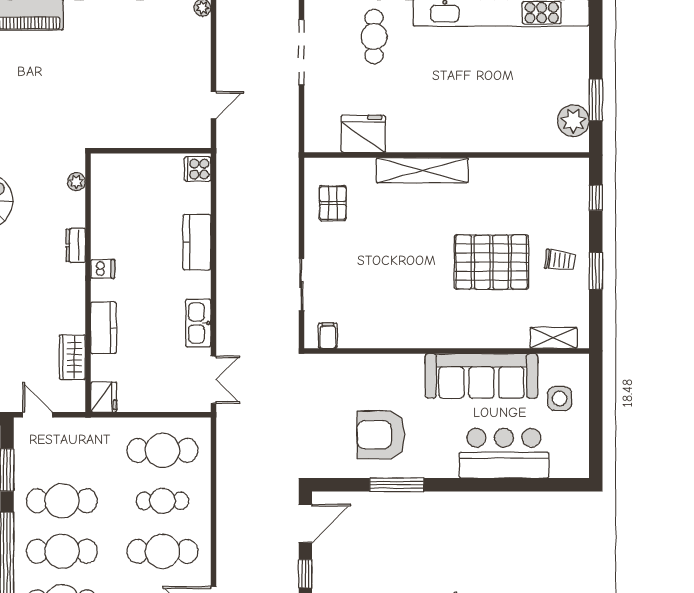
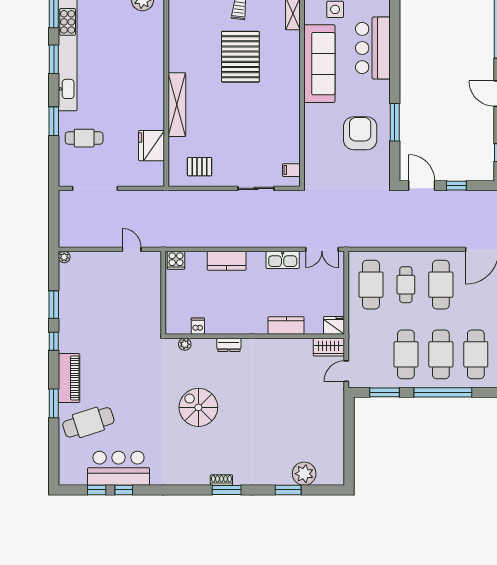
dishwasher: (103, 269) -> (198, 326), moved
wardrobe: (72, 357) -> (329, 347), moved
double door: (213, 380) -> (322, 249), swing flipped
armchair: (381, 435) -> (360, 133), turned 180

